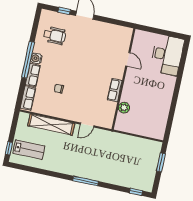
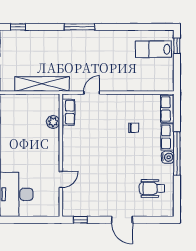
window: (64, 11) -> (80, 220), moved
door: (128, 59) -> (61, 179), swing flipped
row of seats: (115, 90) -> (68, 112), moved
shelving: (51, 125) -> (42, 84), moved

